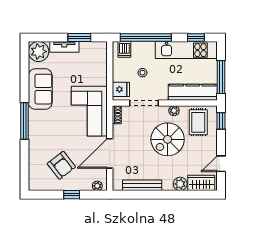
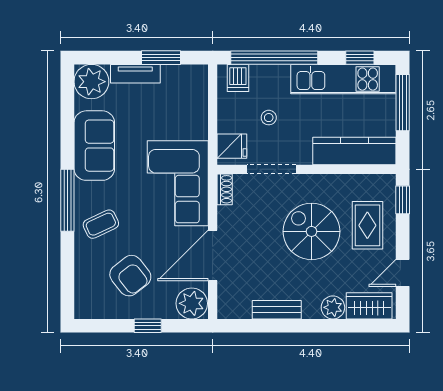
window: (221, 77) -> (403, 103), moved
plant: (174, 111) -> (322, 182), removed
rug: (198, 122) -> (367, 225), moved
coffee table: (44, 135) -> (101, 224), added
spiral stairs: (168, 139) -> (312, 231), turned 90
bench: (142, 185) -> (277, 310), width x0.73
plant: (97, 186) -> (192, 303), width x1.87, depth x1.87

